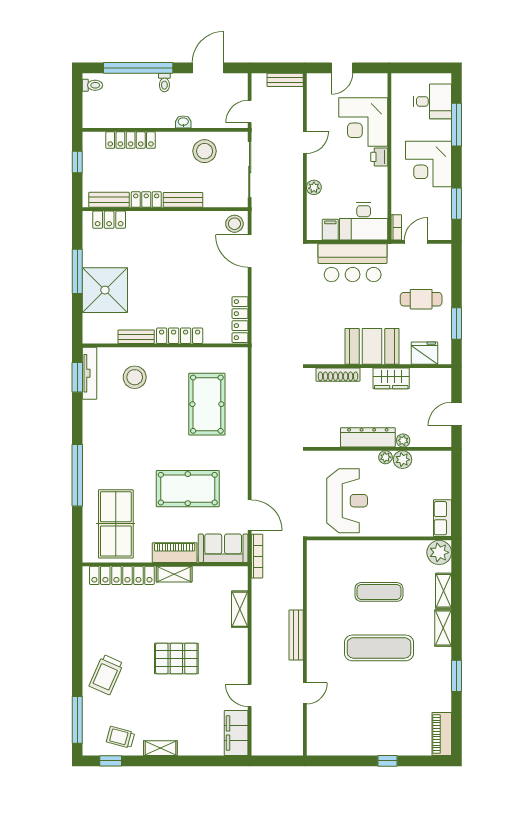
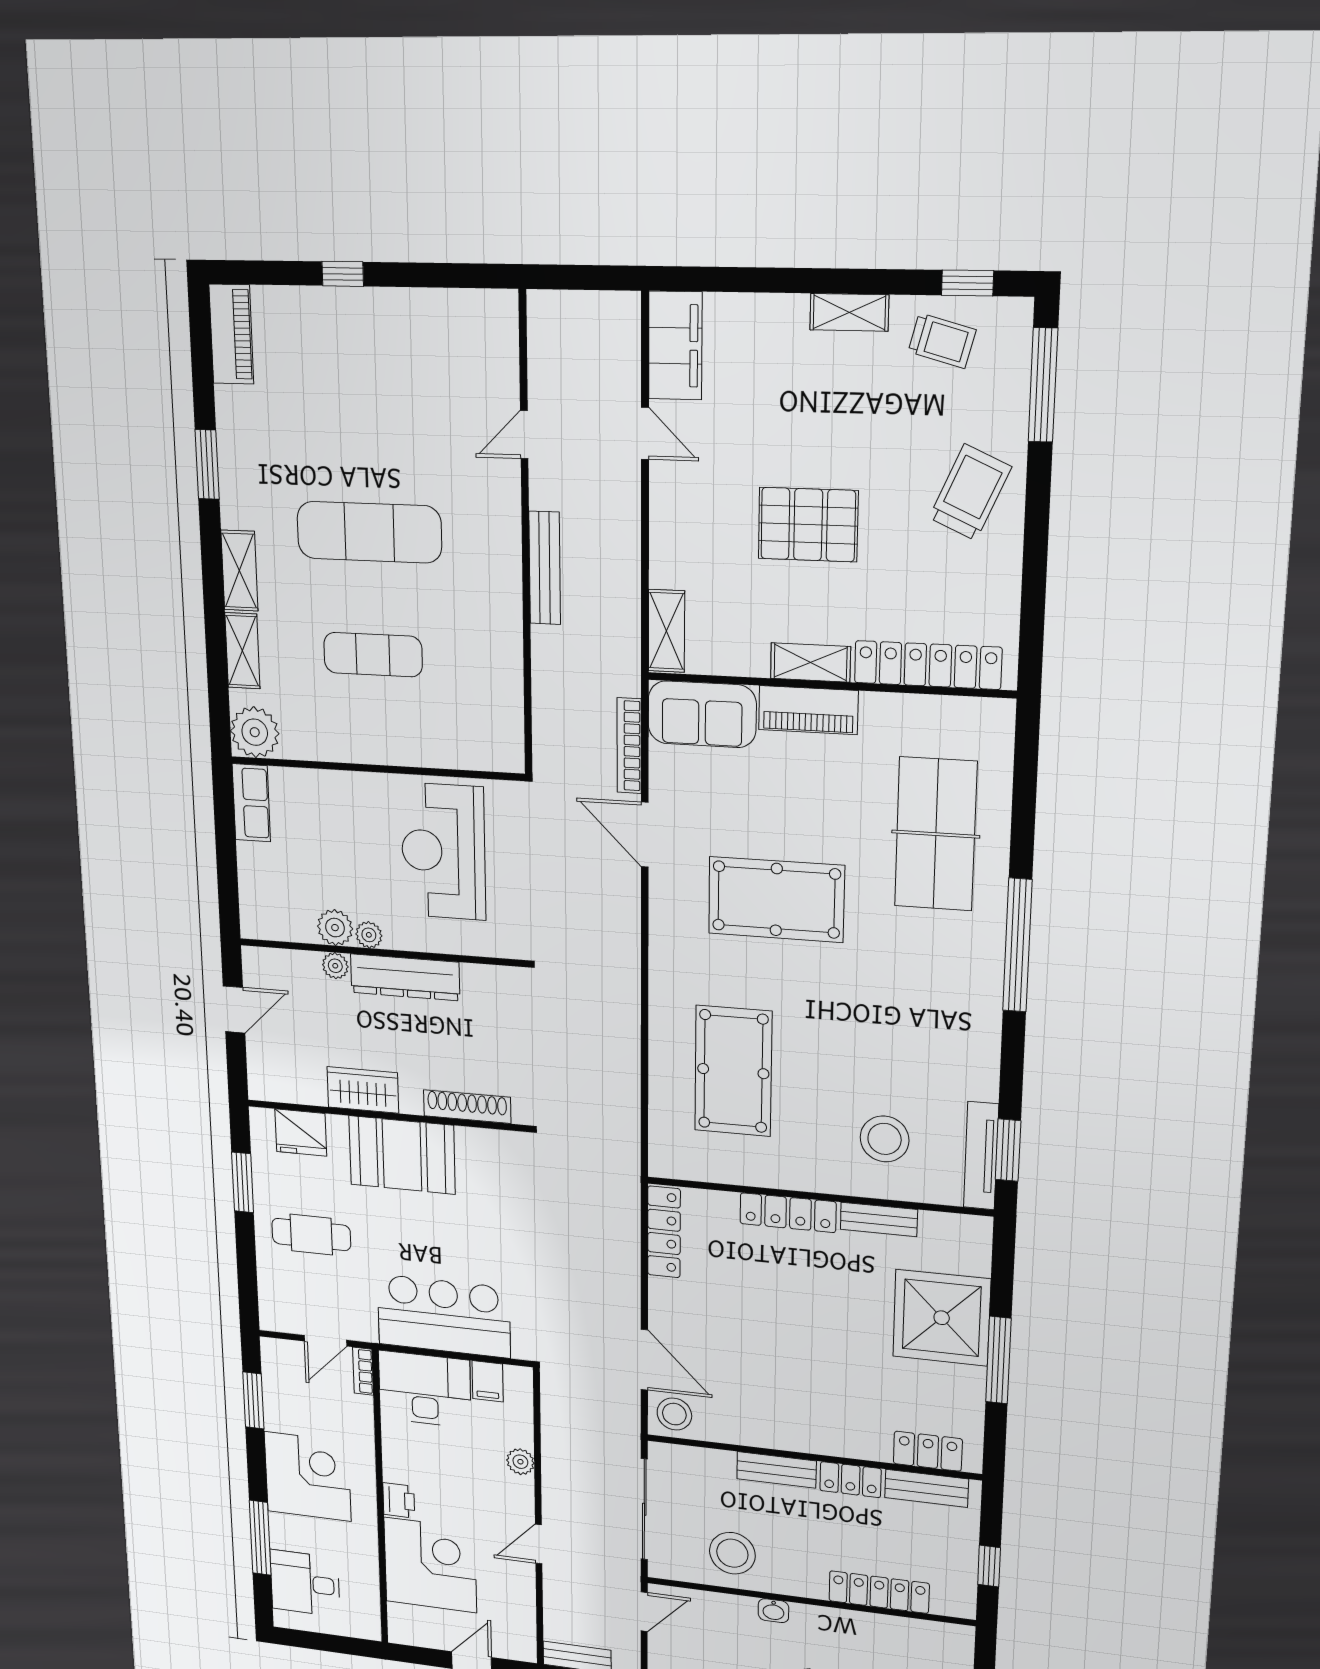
sofa: (223, 548) -> (702, 714), moved
piano: (175, 553) -> (808, 710), moved
wall: (165, 564) -> (830, 685), moved
shelving: (174, 574) -> (811, 662), moved
locker: (122, 575) -> (928, 665), moved

